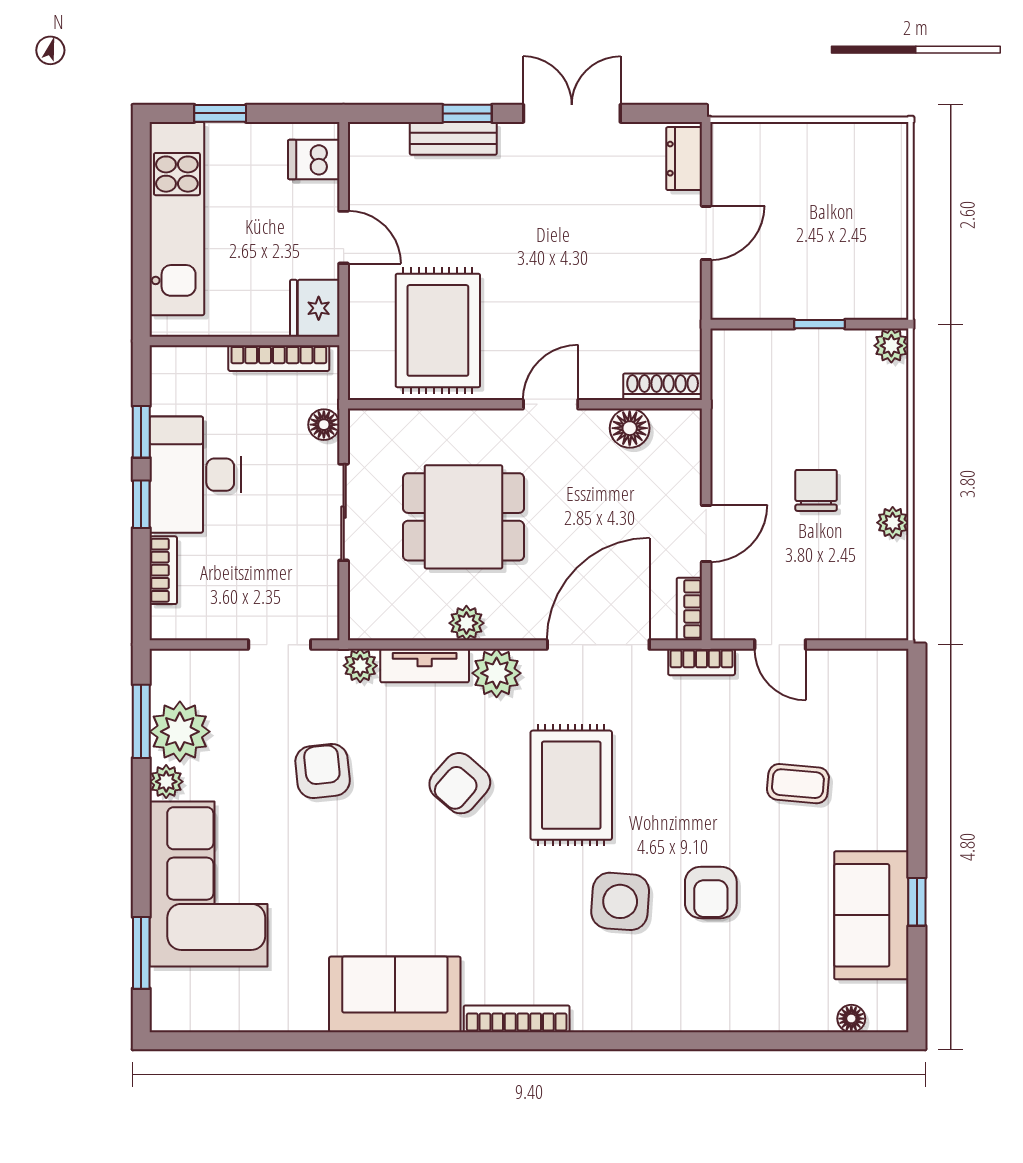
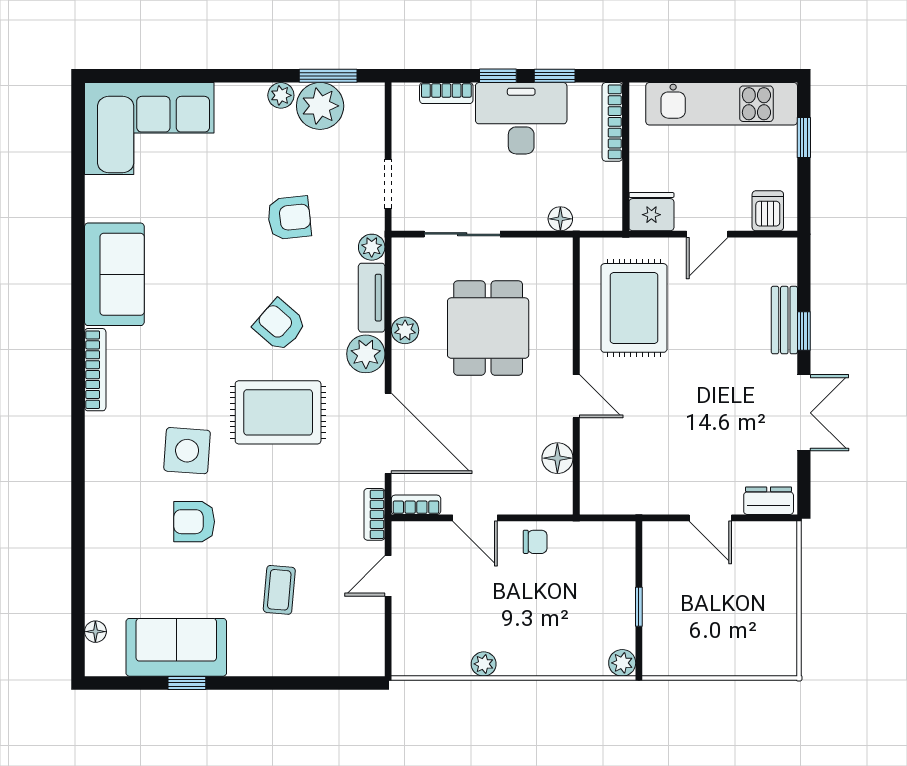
rug: (438, 330) -> (634, 308), turned 90
bookcase: (279, 358) -> (612, 122), moved
shoe rack: (663, 387) -> (590, 484), removed
chair: (816, 490) -> (535, 542), moved, width x0.73, depth x0.73
sliding door: (344, 512) -> (462, 234), moved
corner sofa: (209, 884) -> (149, 129), moved
window: (141, 953) -> (147, 76), removed

